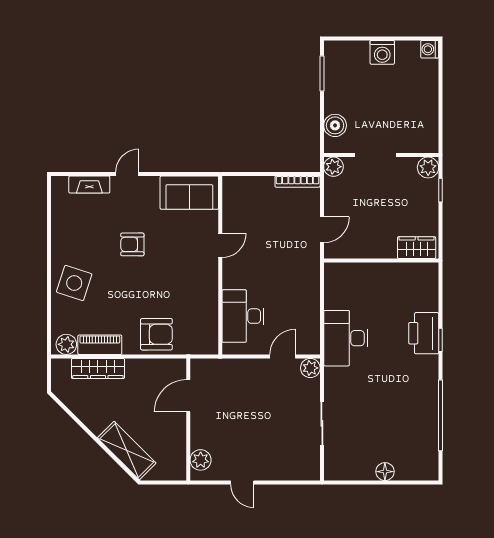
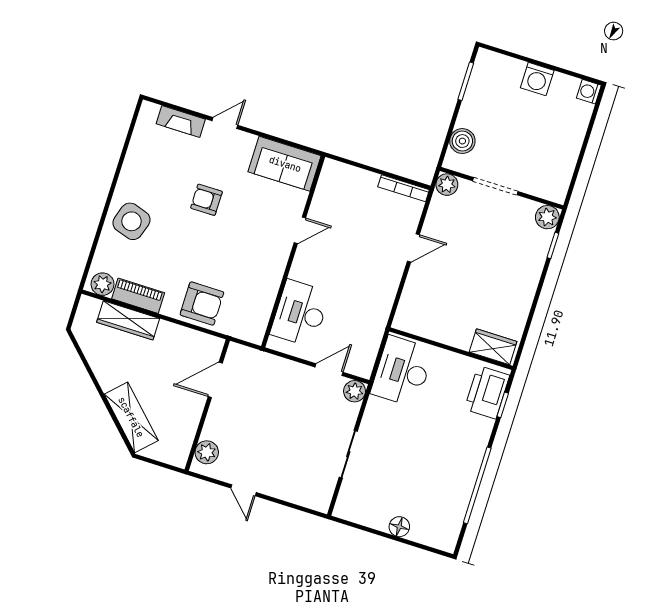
wardrobe: (417, 248) -> (493, 347), moved
wall: (381, 260) -> (451, 349), moved

